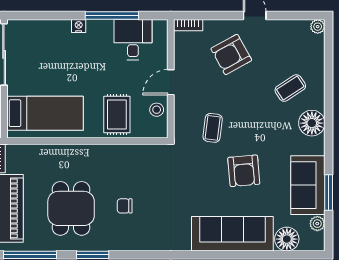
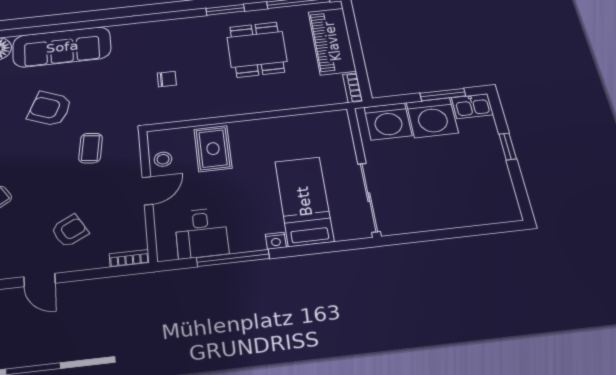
armchair: (231, 54) -> (70, 231), width x0.72, depth x0.72
bed: (45, 113) -> (304, 201), moved, turned 90
armchair: (244, 171) -> (50, 109), turned -62
chair: (125, 206) -> (167, 79), moved

